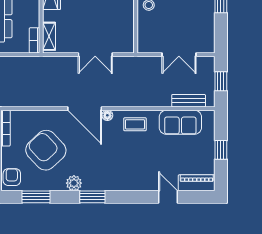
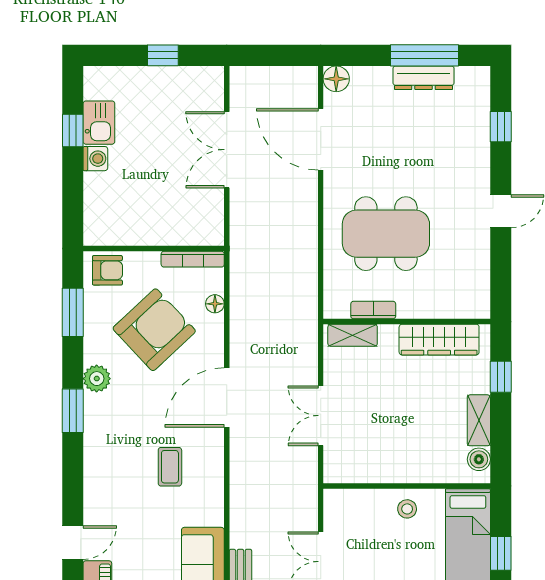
bookcase: (35, 40) -> (373, 310), moved
floor lamp: (107, 115) -> (215, 304), moved
coffee table: (135, 124) -> (170, 467), moved

